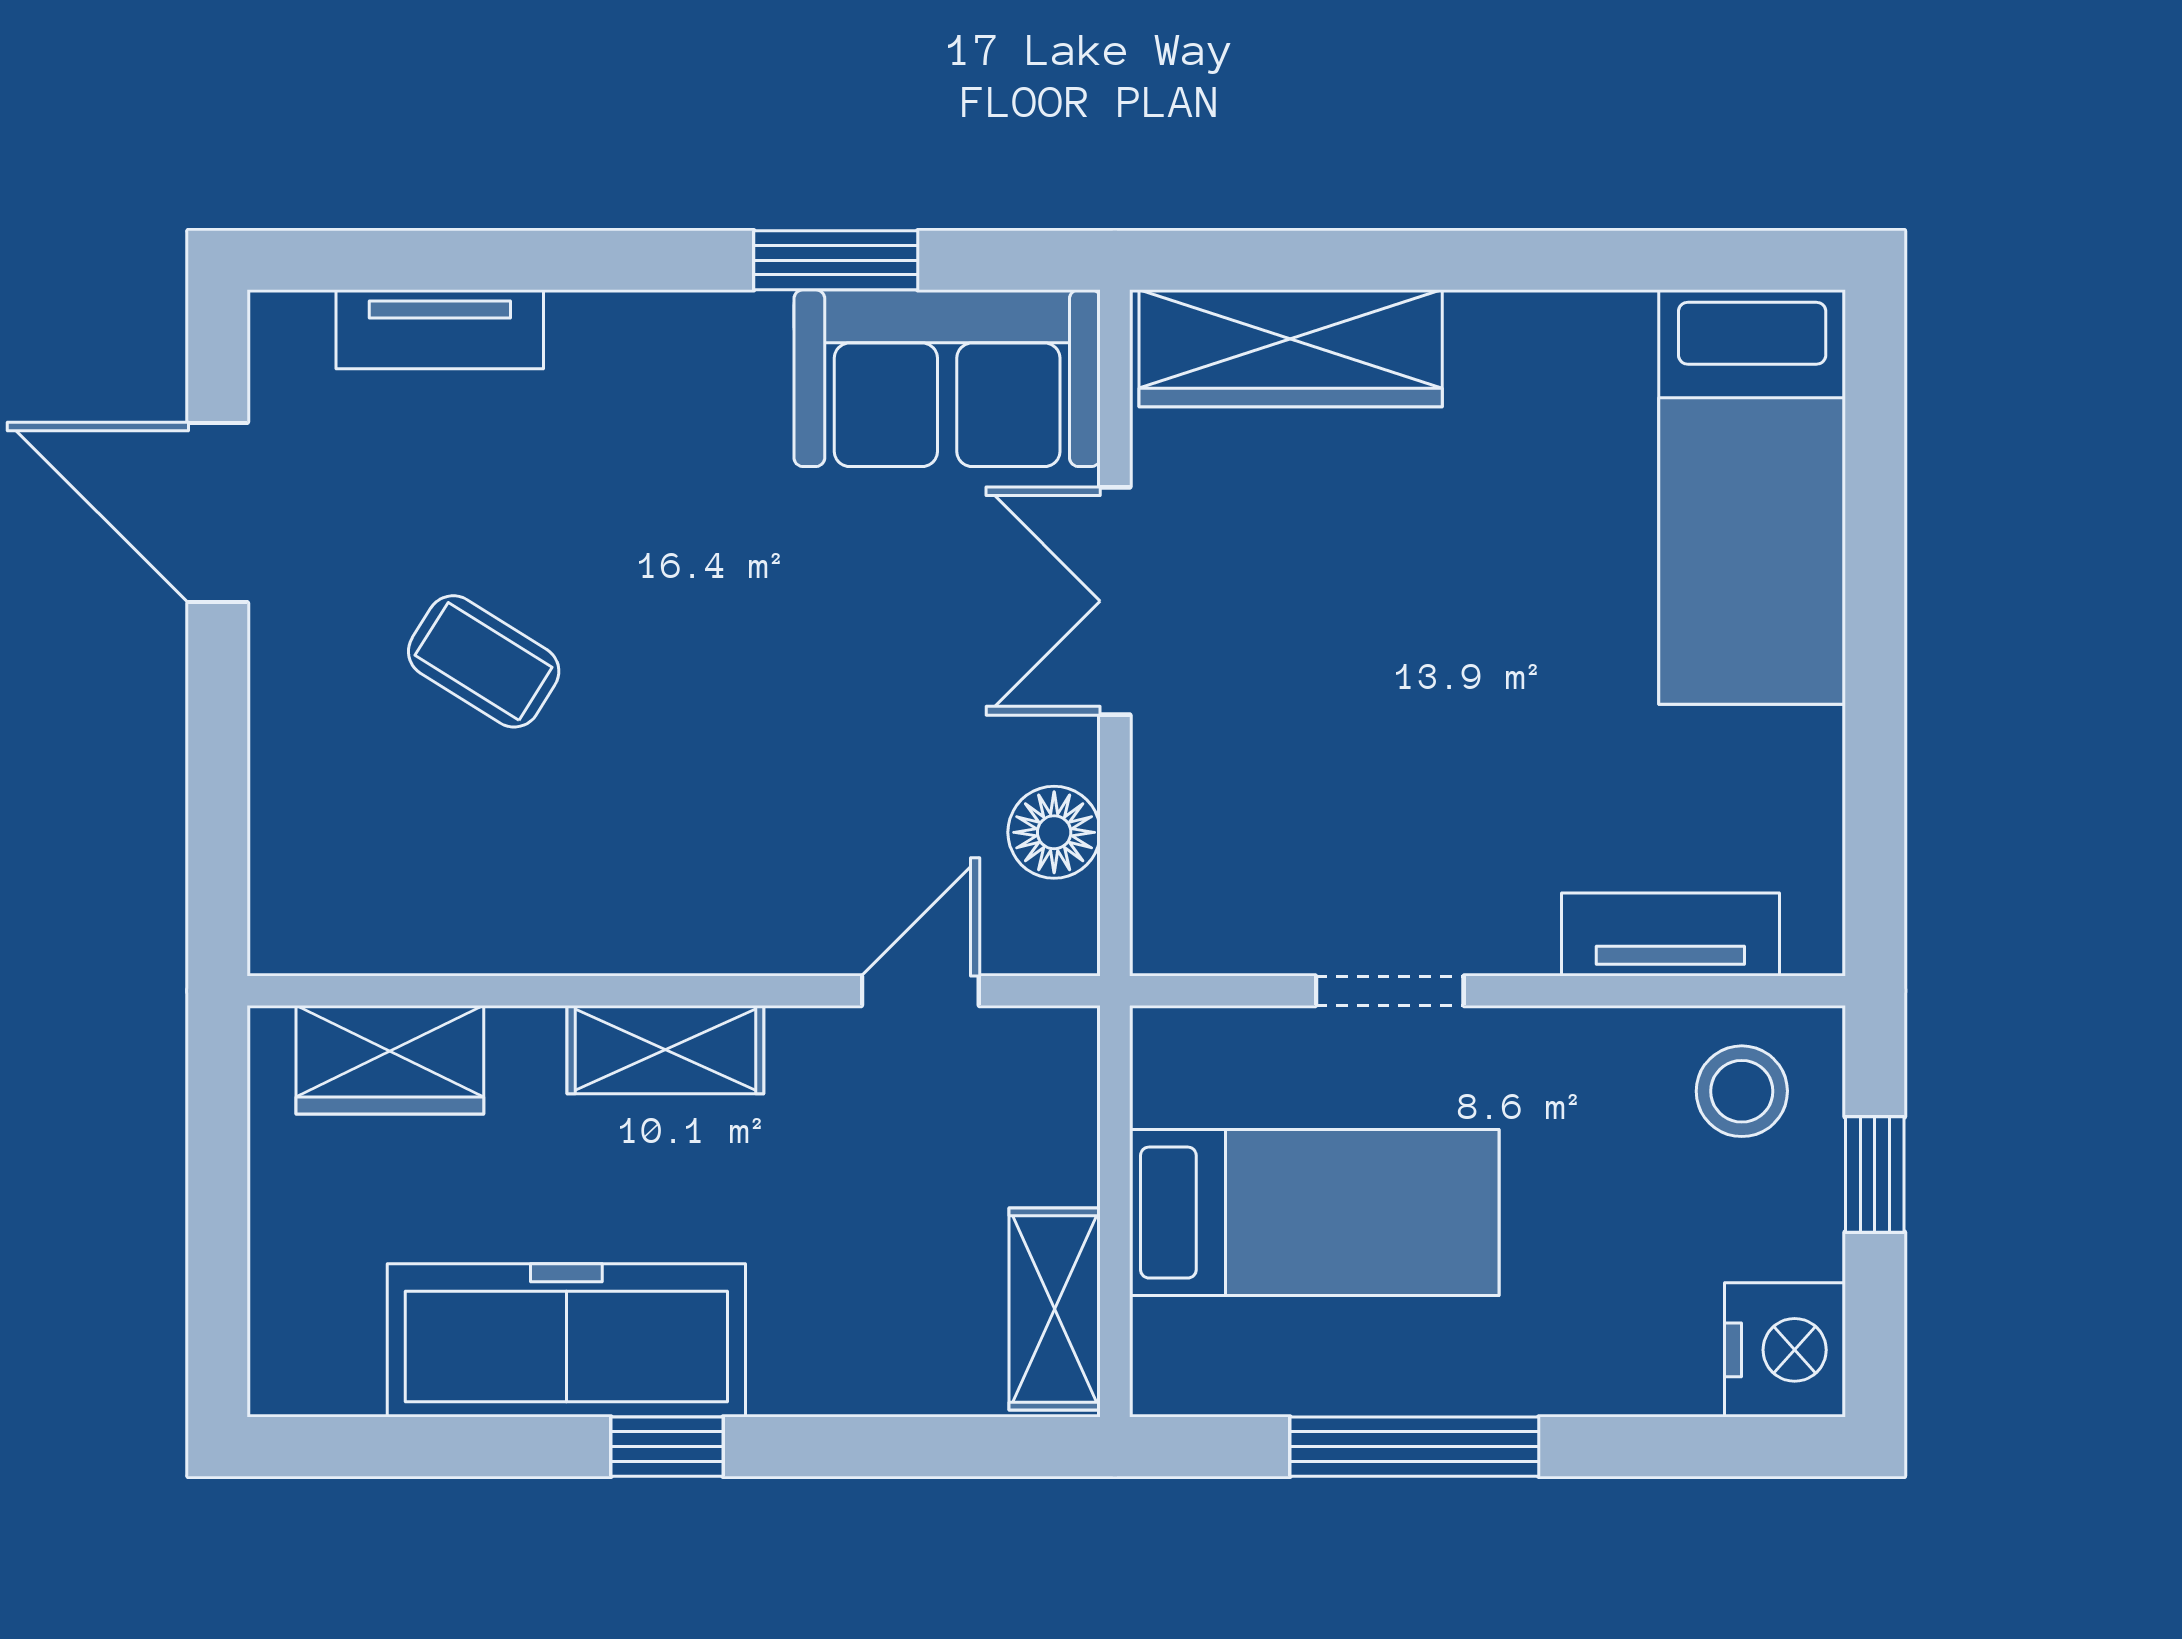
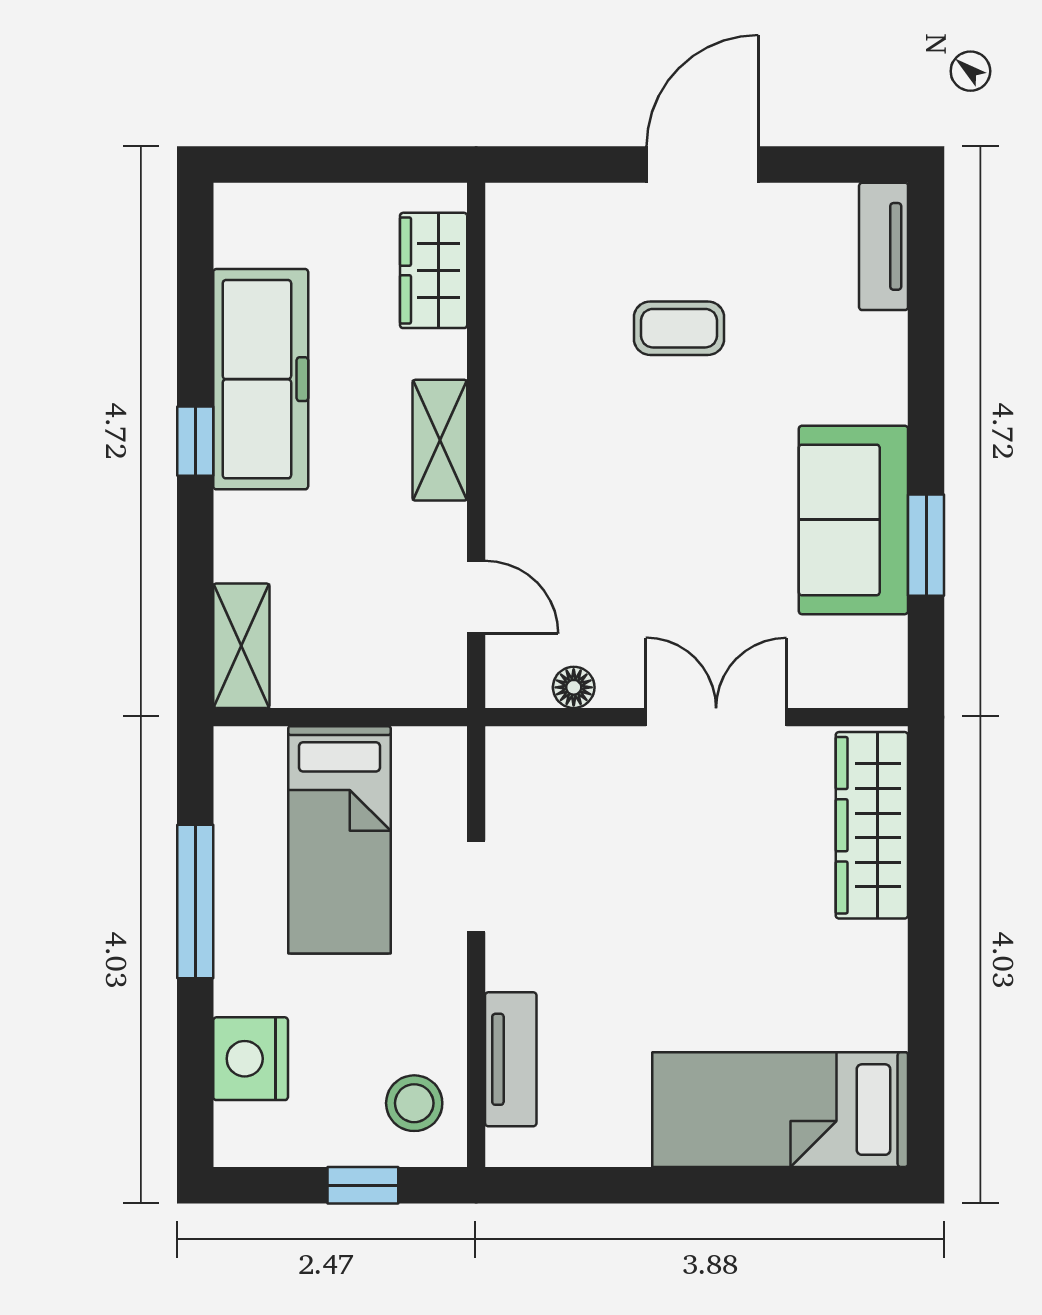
tv unit: (440, 329) -> (884, 246), moved
sofa: (947, 378) -> (853, 520), moved
door: (218, 512) -> (702, 164), moved
coffee table: (484, 661) -> (679, 328), turned 58
floor lamp: (1054, 832) -> (574, 687), width x0.73, depth x0.73
shelving: (1055, 1309) -> (241, 646), moved, turned 90
nightstand: (1785, 1350) -> (251, 1059), moved, turned 90

